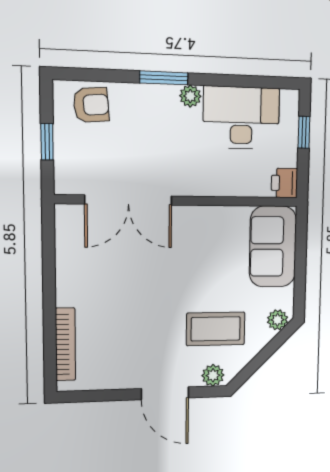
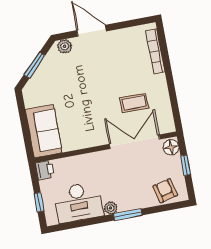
armchair: (91, 105) -> (165, 191), turned 81
floor lamp: (67, 178) -> (171, 147), added
plant: (277, 320) -> (31, 87), removed
coffee table: (216, 329) -> (134, 103), moved, width x0.73, depth x0.77
window: (266, 353) -> (34, 65), added

